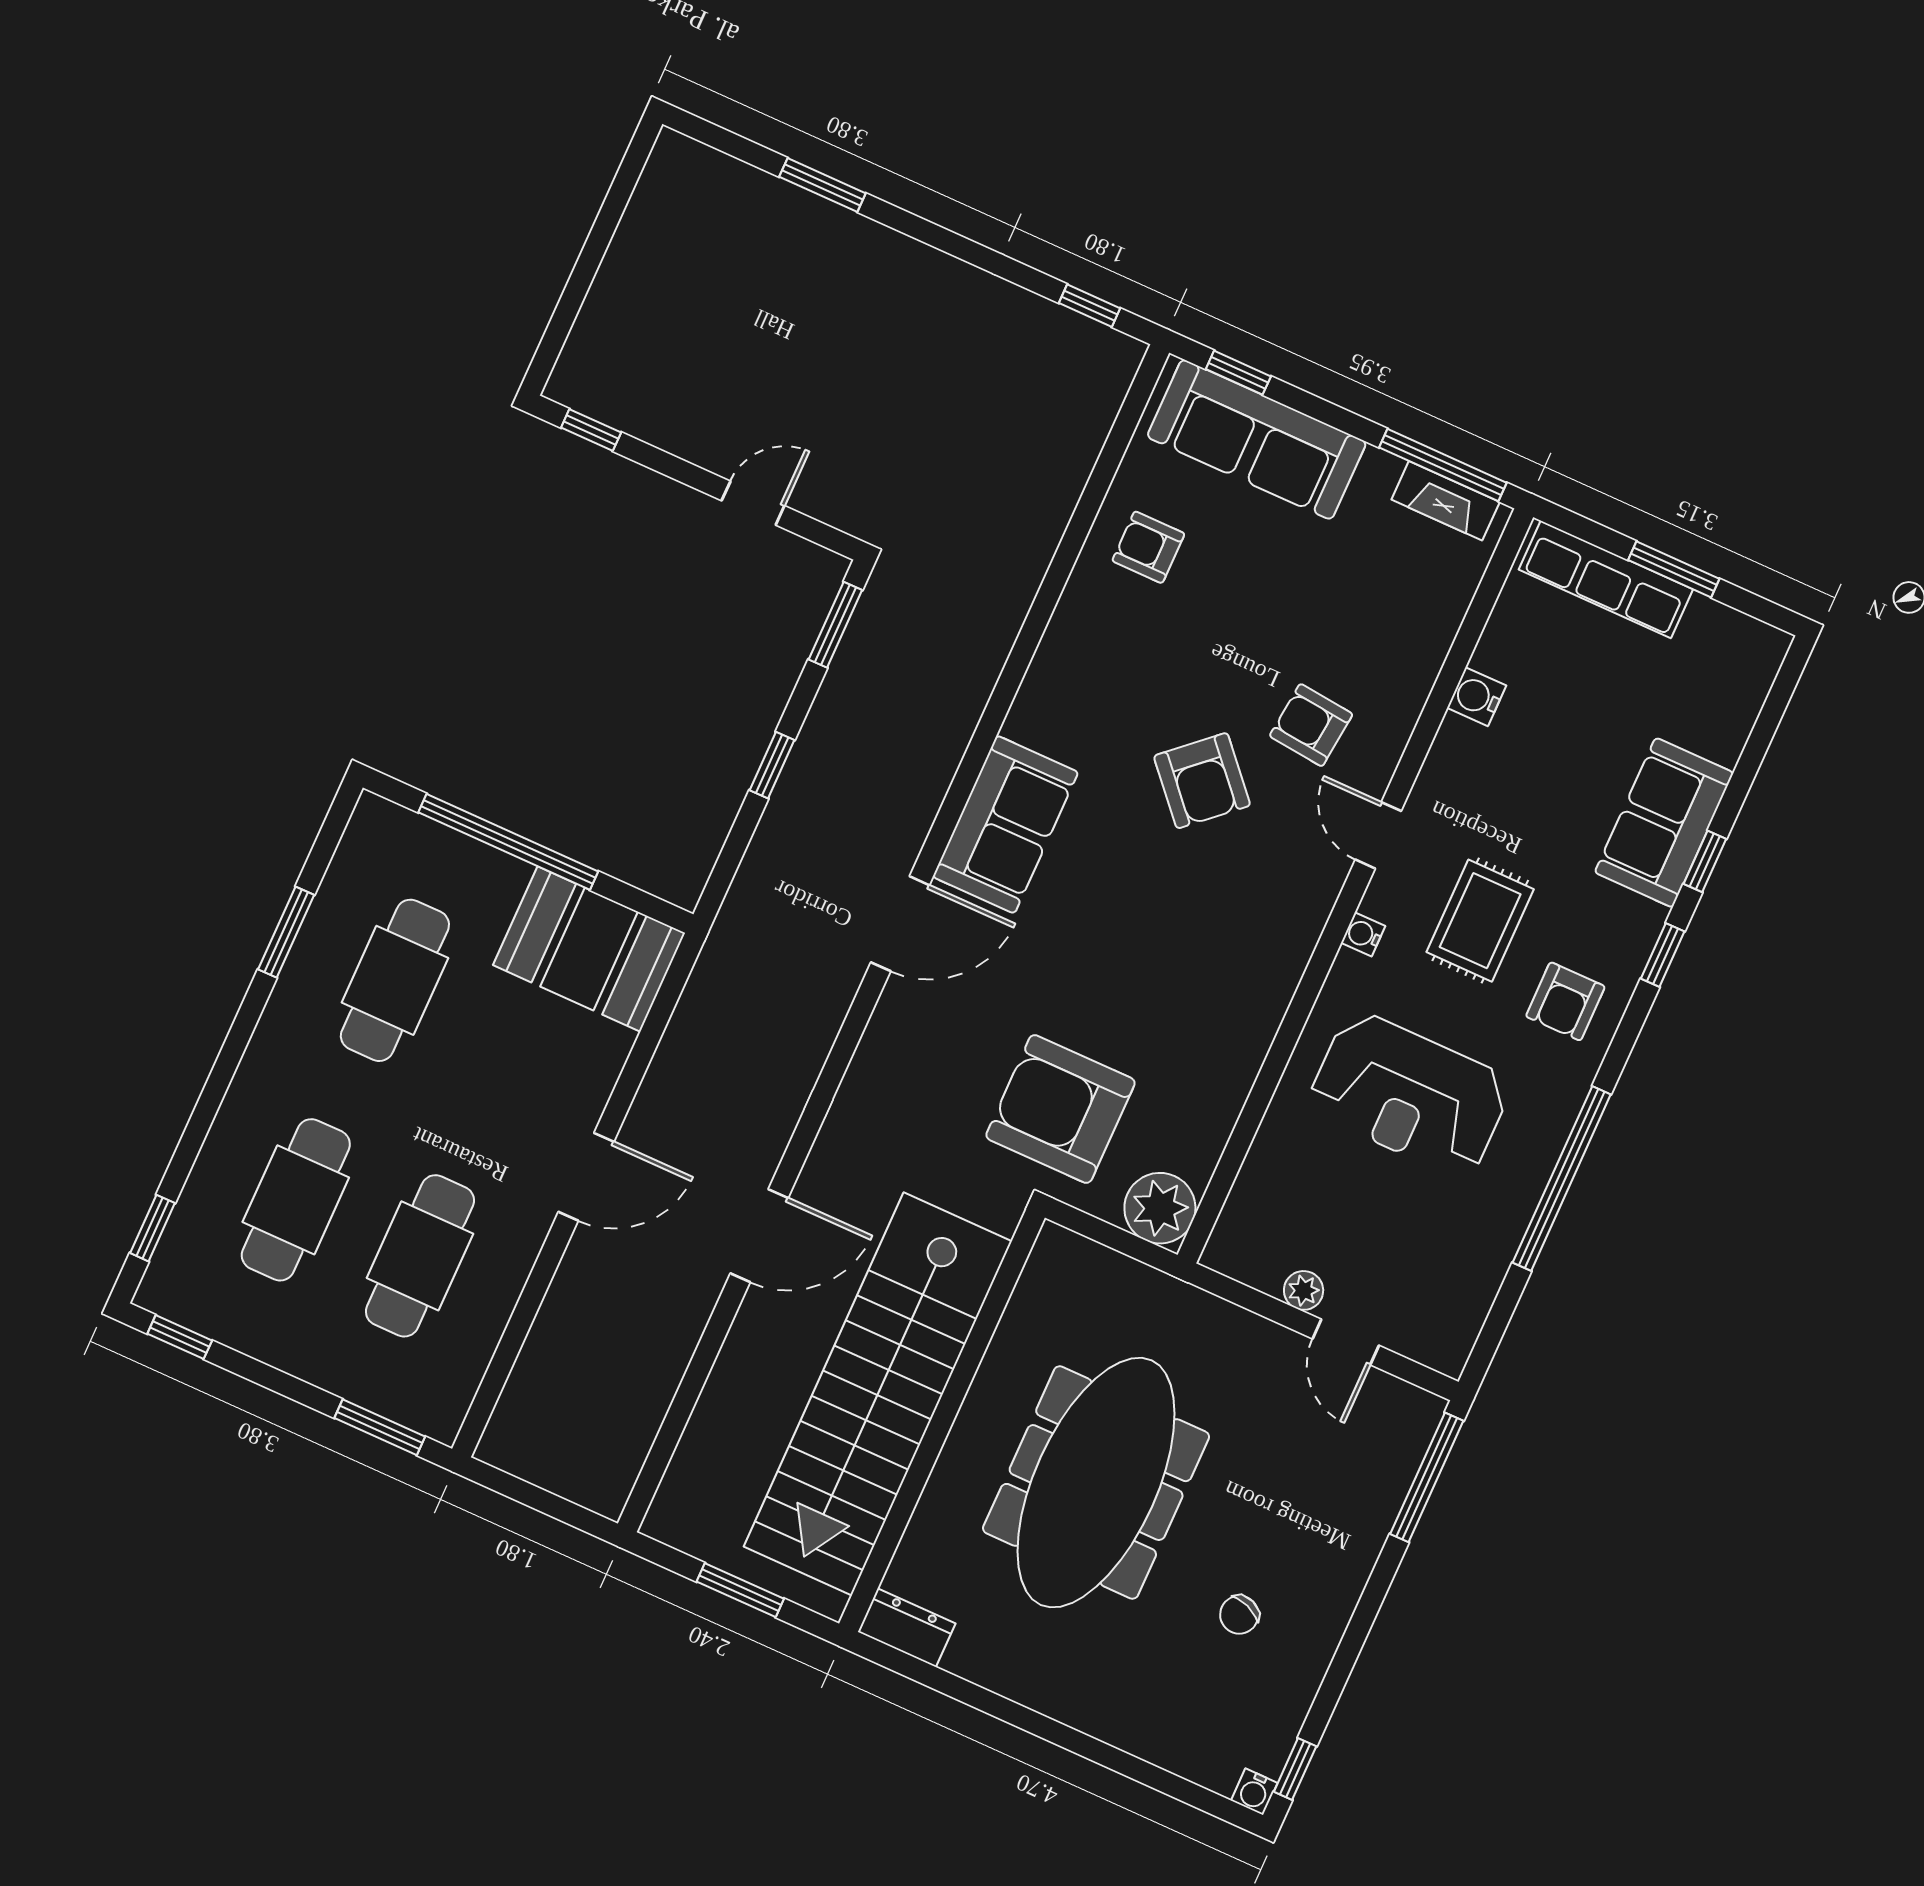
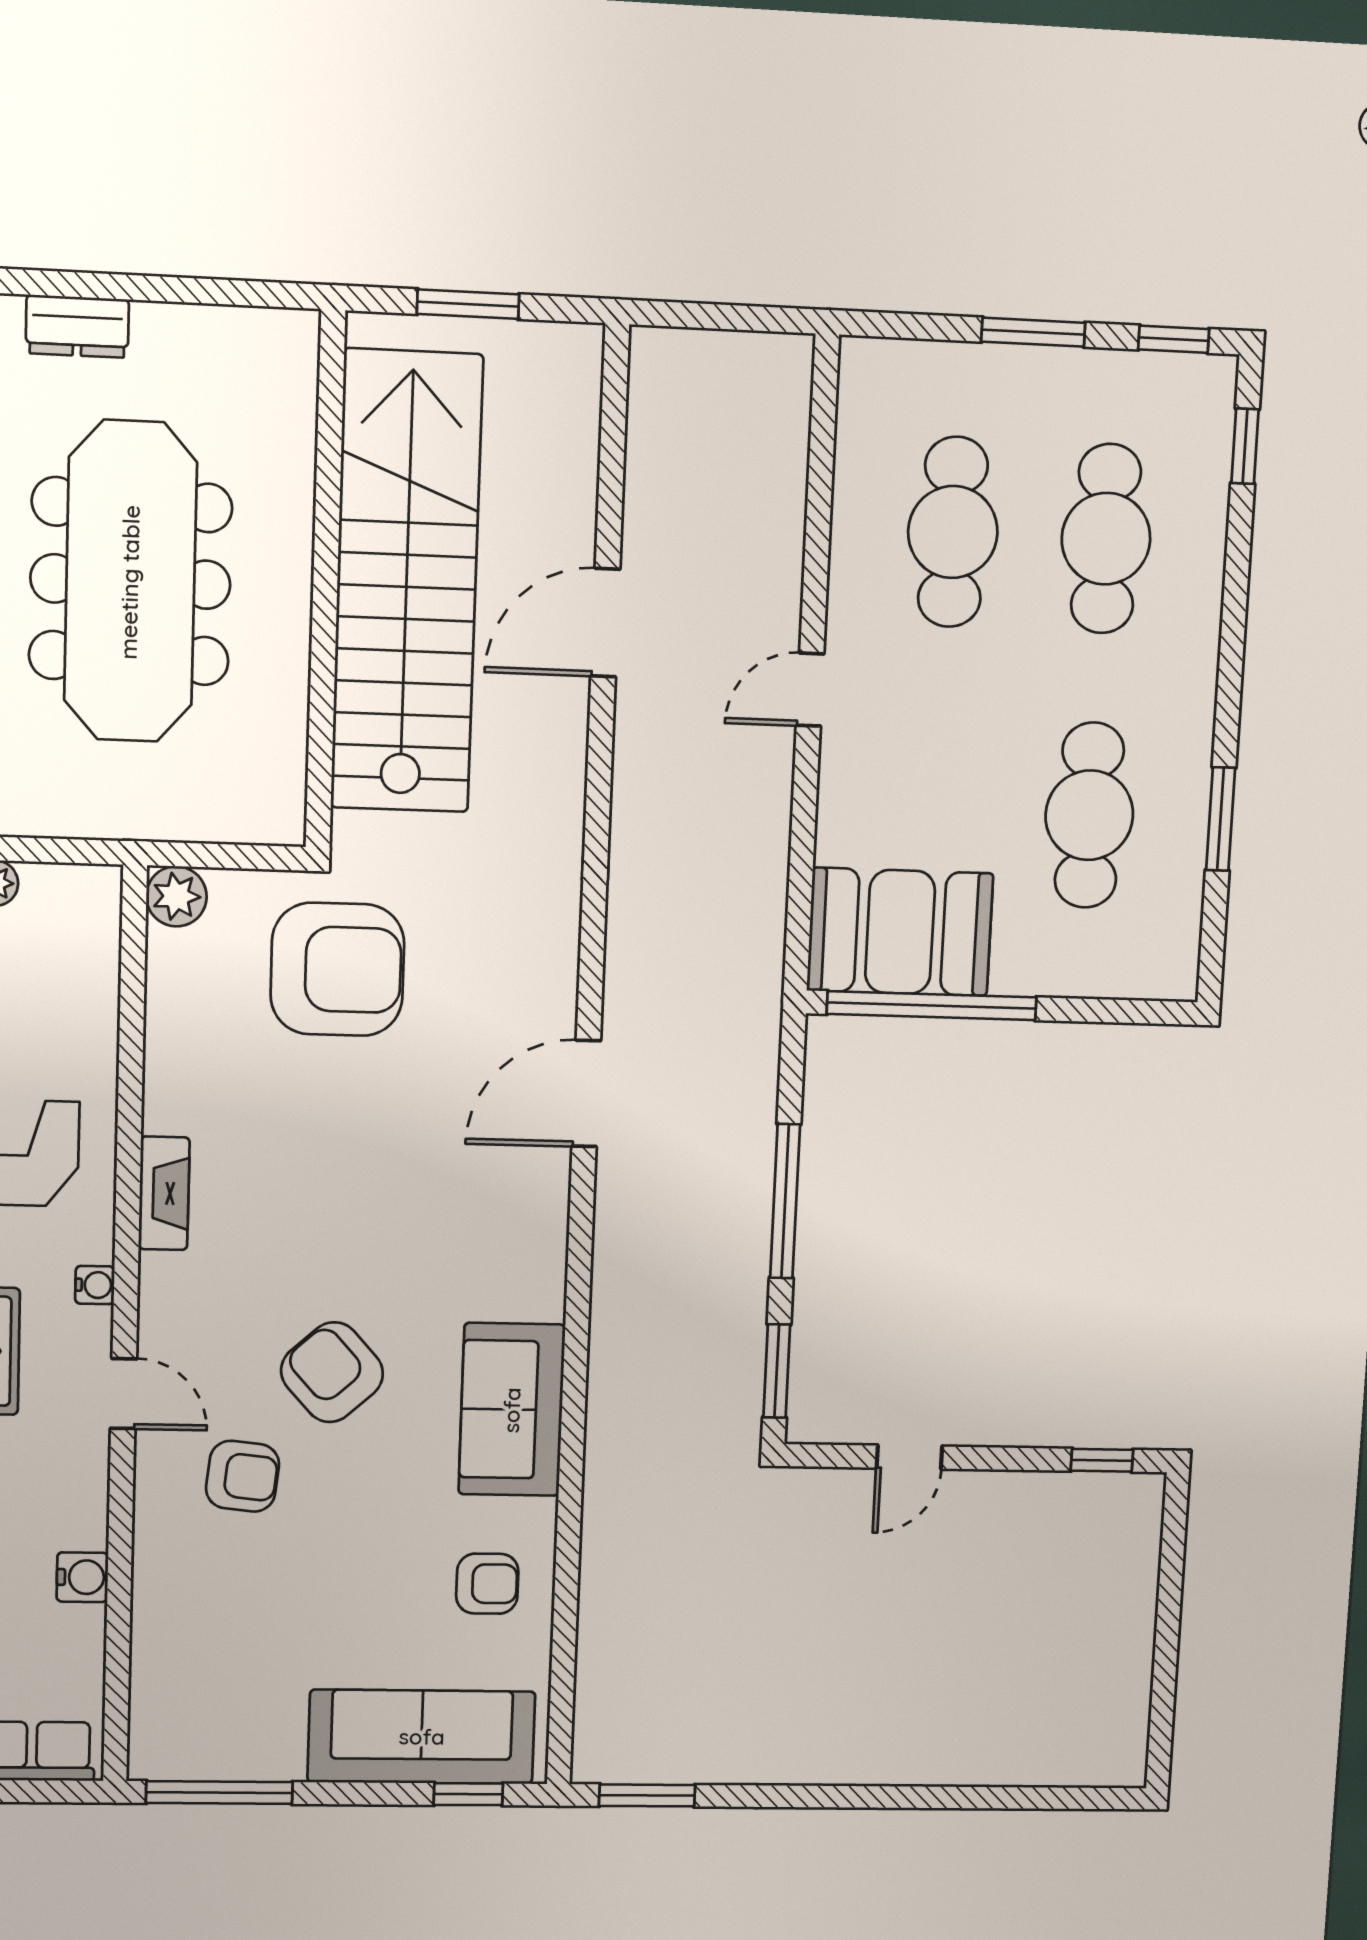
window: (822, 185) -> (963, 1798), removed
window: (1090, 306) -> (647, 1795), width x1.50
fireplace: (1446, 501) -> (164, 1193), moved, turned 90
window: (772, 765) -> (785, 1201), width x2.17
sofa: (1005, 825) -> (512, 1410), moved
window: (508, 842) -> (932, 1006), moved
door: (586, 1177) -> (810, 690), width x0.73
plant: (1160, 1208) -> (176, 896), width x0.73, depth x0.73
door: (759, 1236) -> (605, 623), moved
window: (380, 1427) -> (1033, 332), moved
dresser: (907, 1628) -> (77, 326), moved

